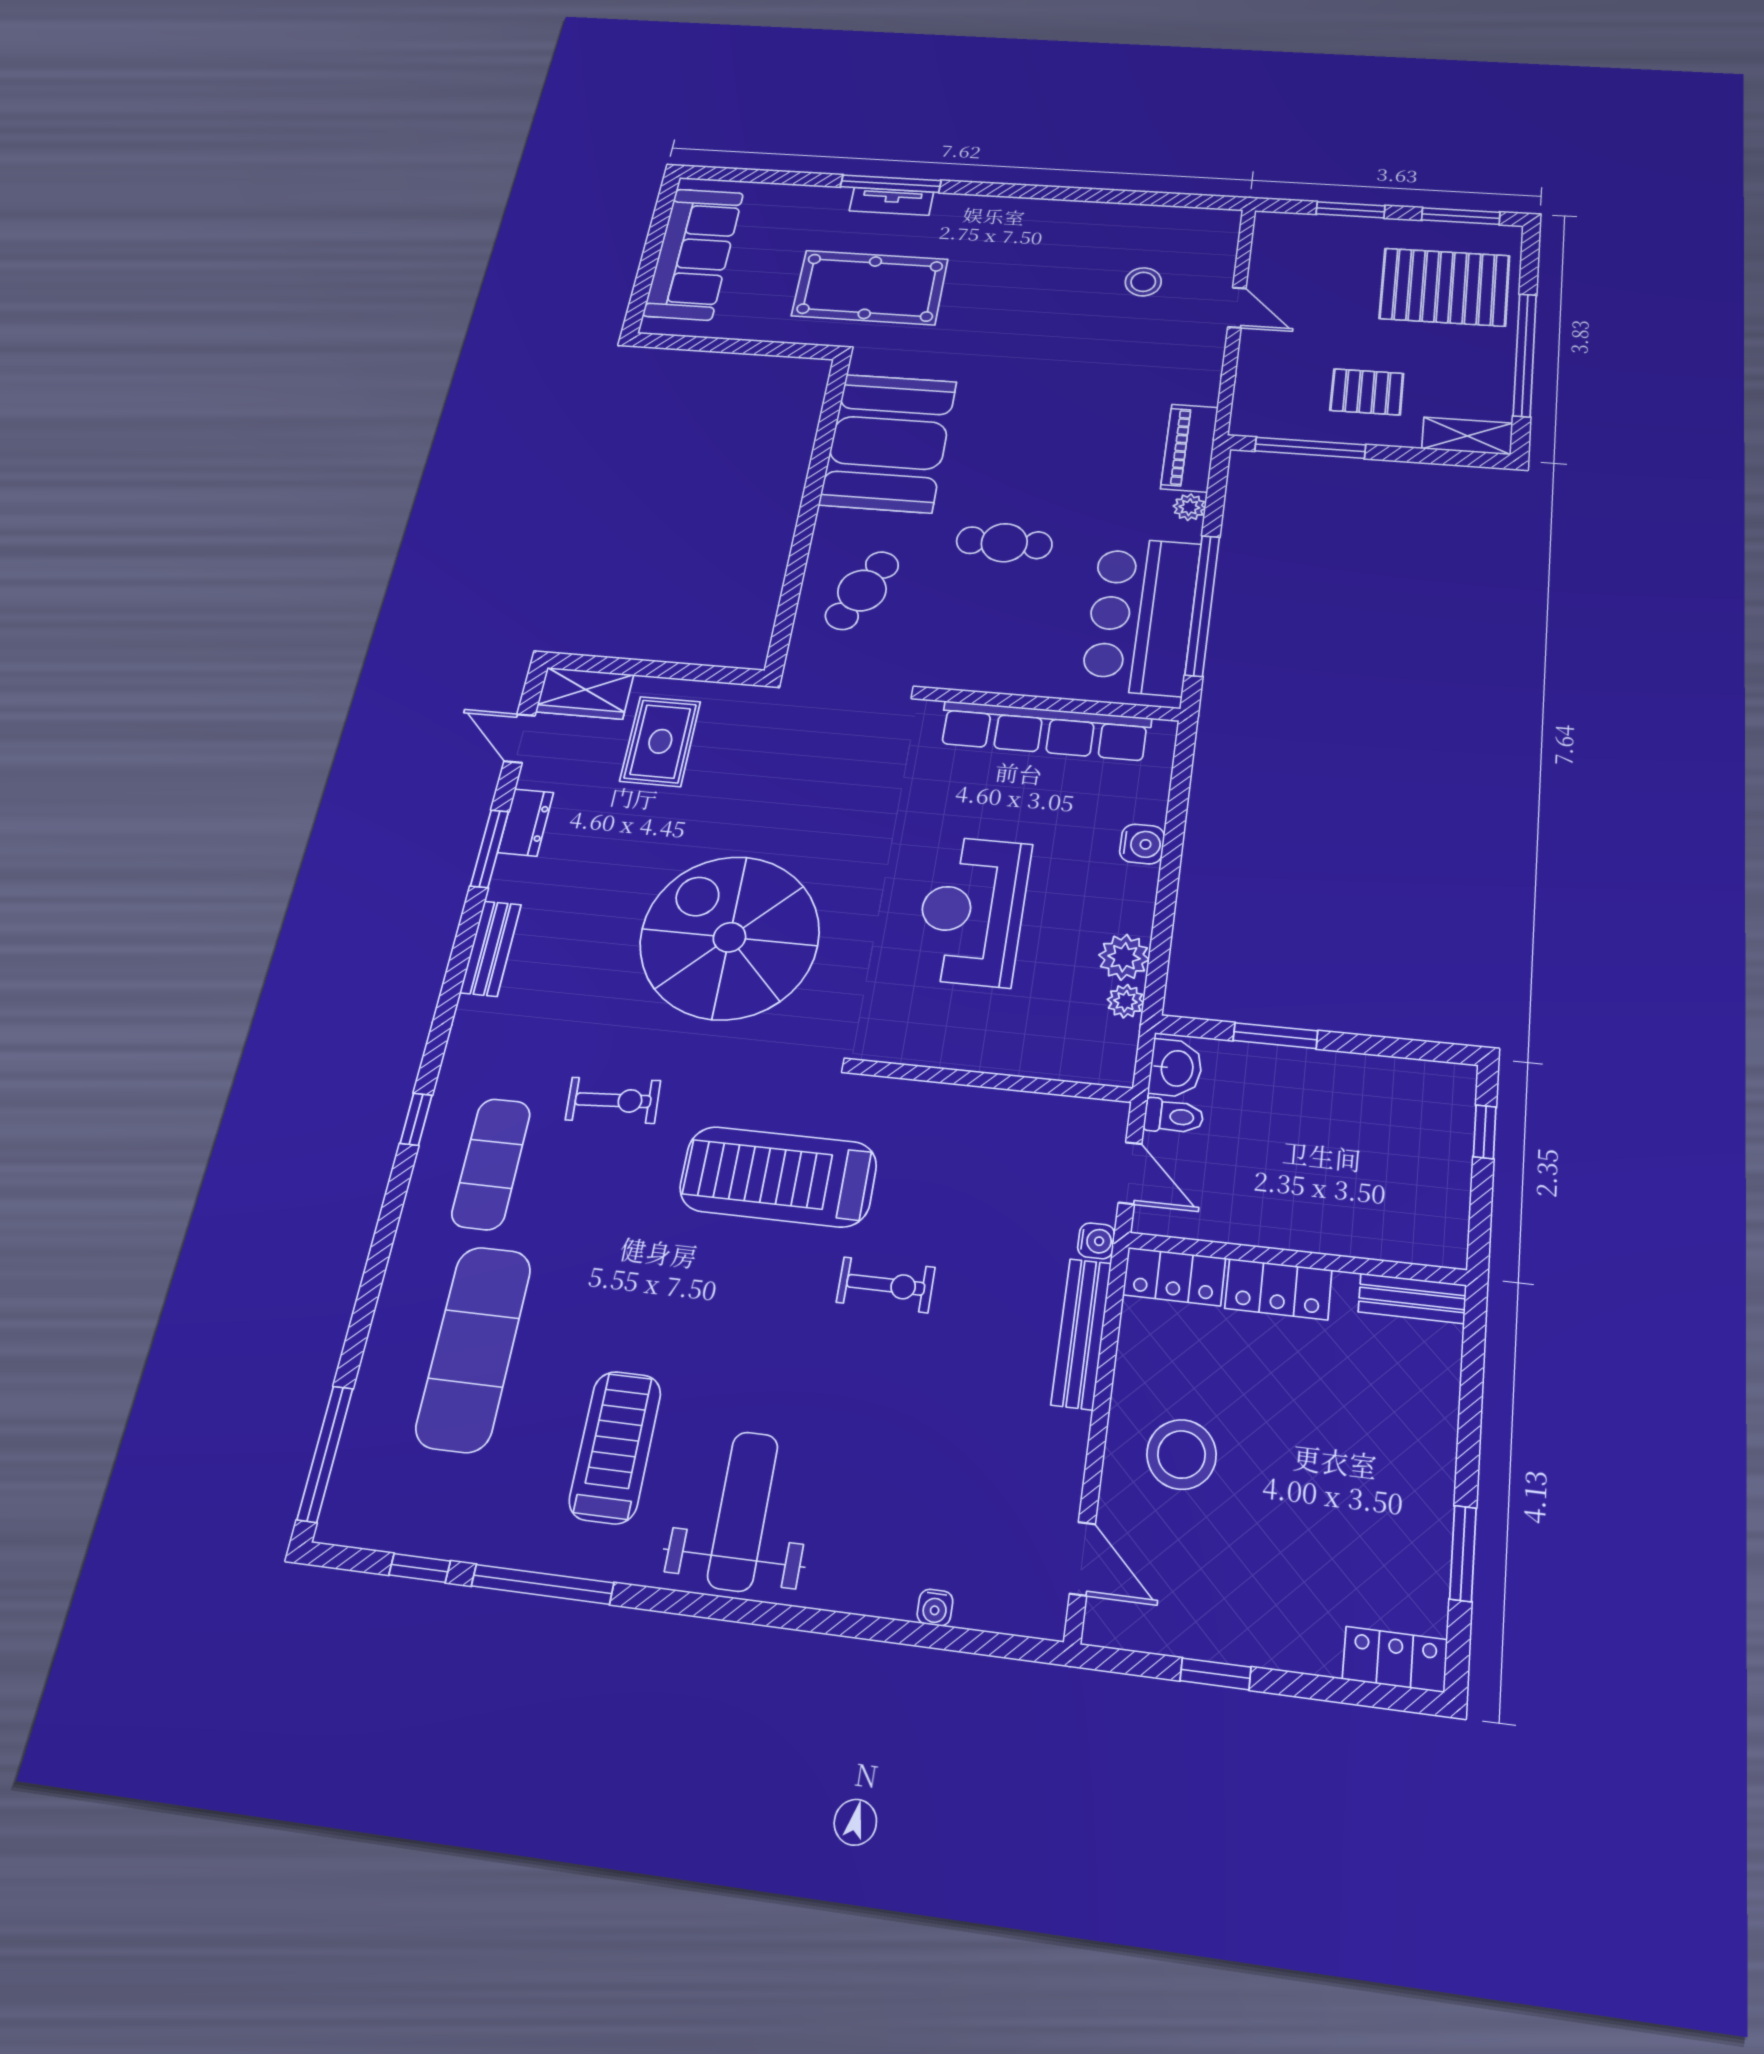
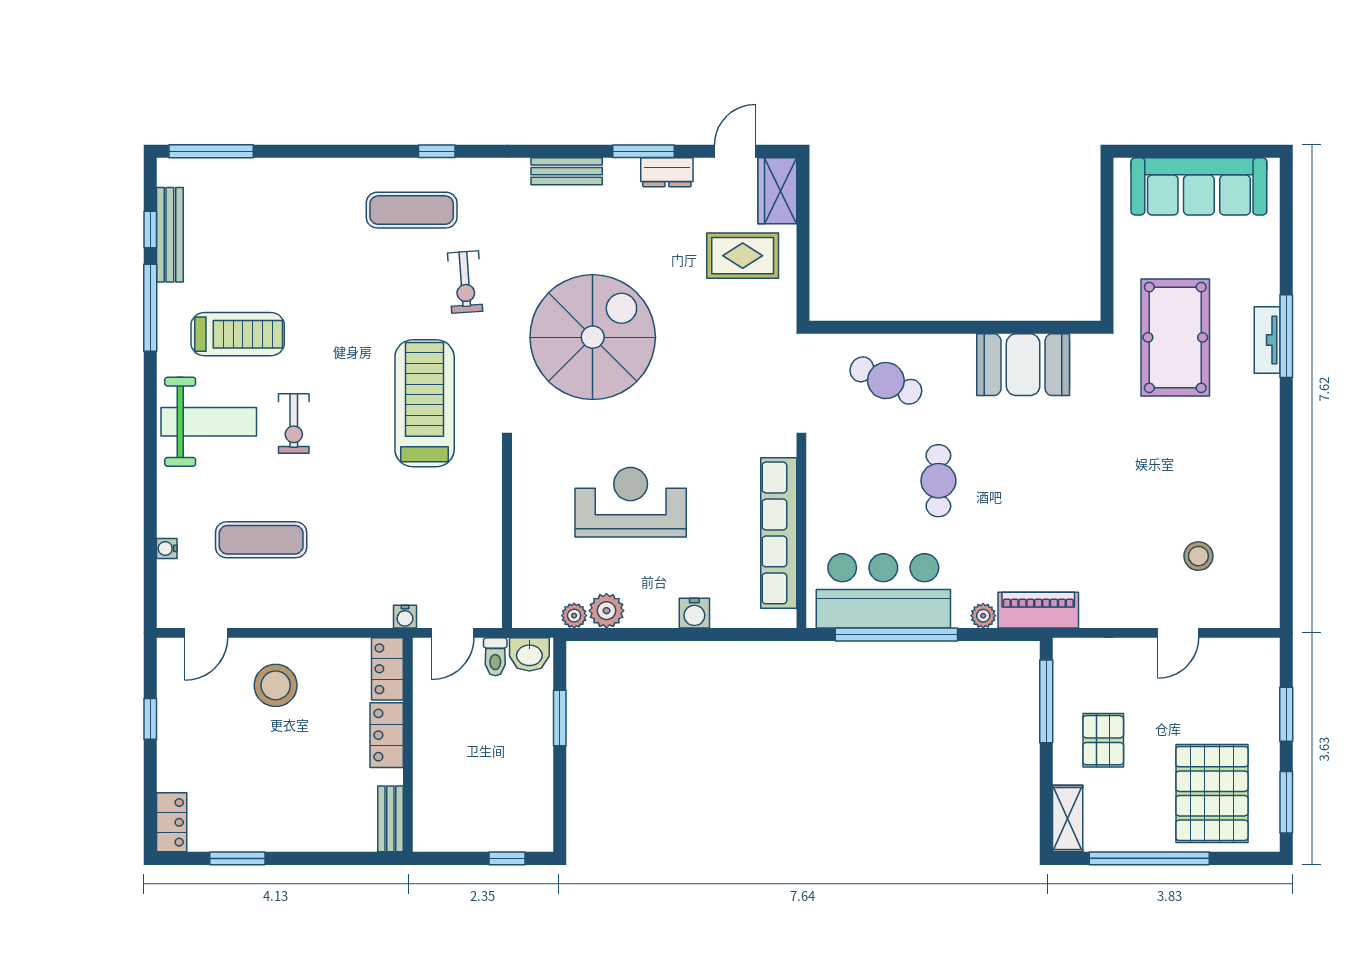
booth: (888, 443) -> (1023, 365), width x0.73, depth x0.70
exercise bike: (886, 1285) -> (294, 424), moved
bench: (1081, 1334) -> (170, 235), moved, turned 90
exercise mat: (474, 1348) -> (261, 540), moved, width x0.73, depth x0.69

